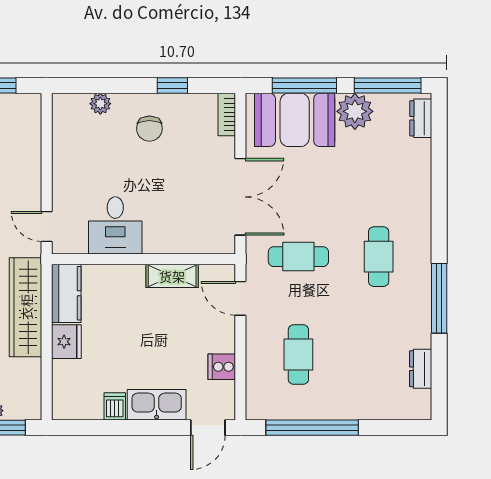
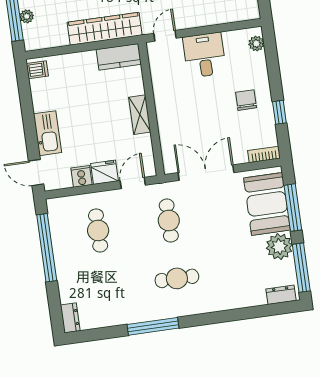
plant: (100, 104) -> (256, 44), moved
chair: (149, 129) -> (246, 100), turned 90
double door: (240, 197) -> (206, 173), swing flipped
desk: (115, 225) -> (204, 55), moved, turned 90
shelving: (172, 276) -> (140, 115), moved
fridge: (66, 342) -> (104, 172), moved, turned 180
cafe table: (298, 355) -> (98, 230), turned 90
dresser: (421, 369) -> (70, 318), moved, turned 90
dishwasher: (115, 406) -> (37, 70), moved

